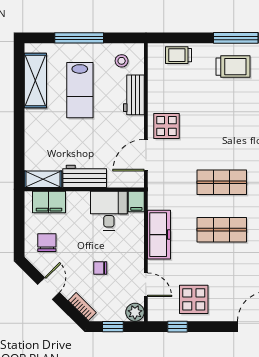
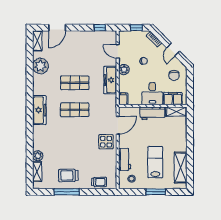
window: (79, 38) -> (156, 192), width x0.69
desk: (109, 211) -> (152, 94), moved
display table: (194, 299) -> (91, 43), removed
plant: (135, 312) -> (124, 70), moved

